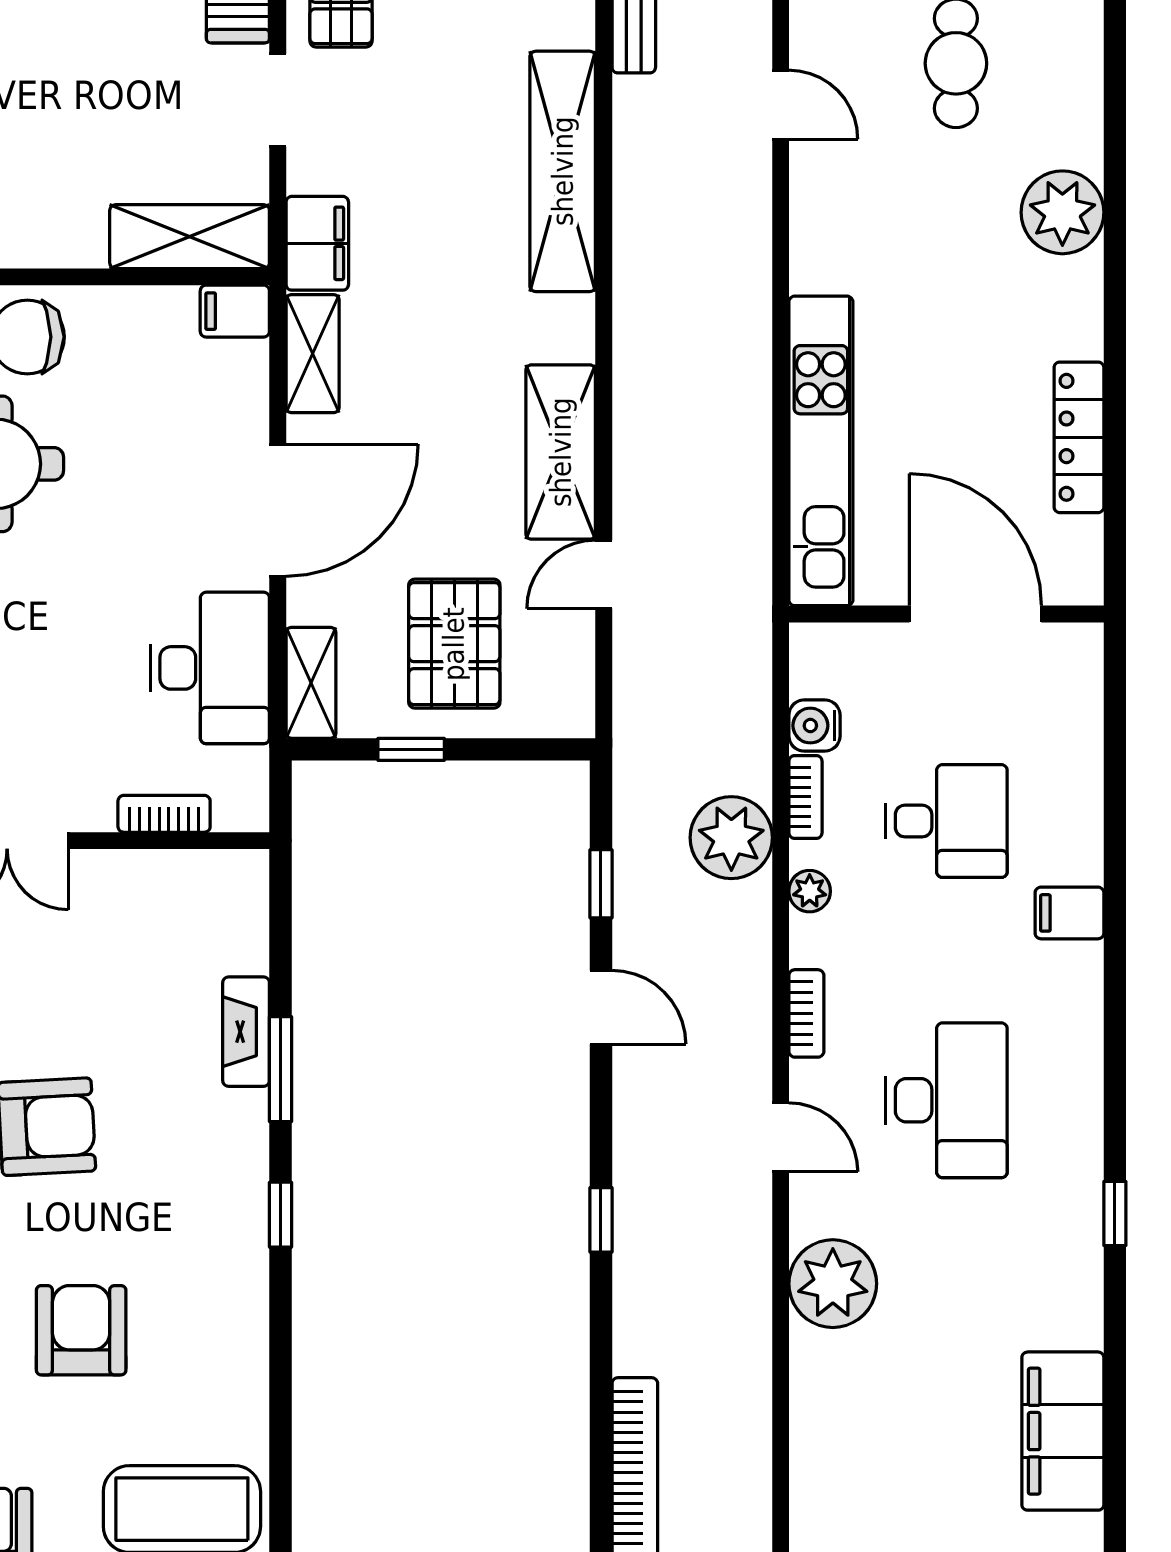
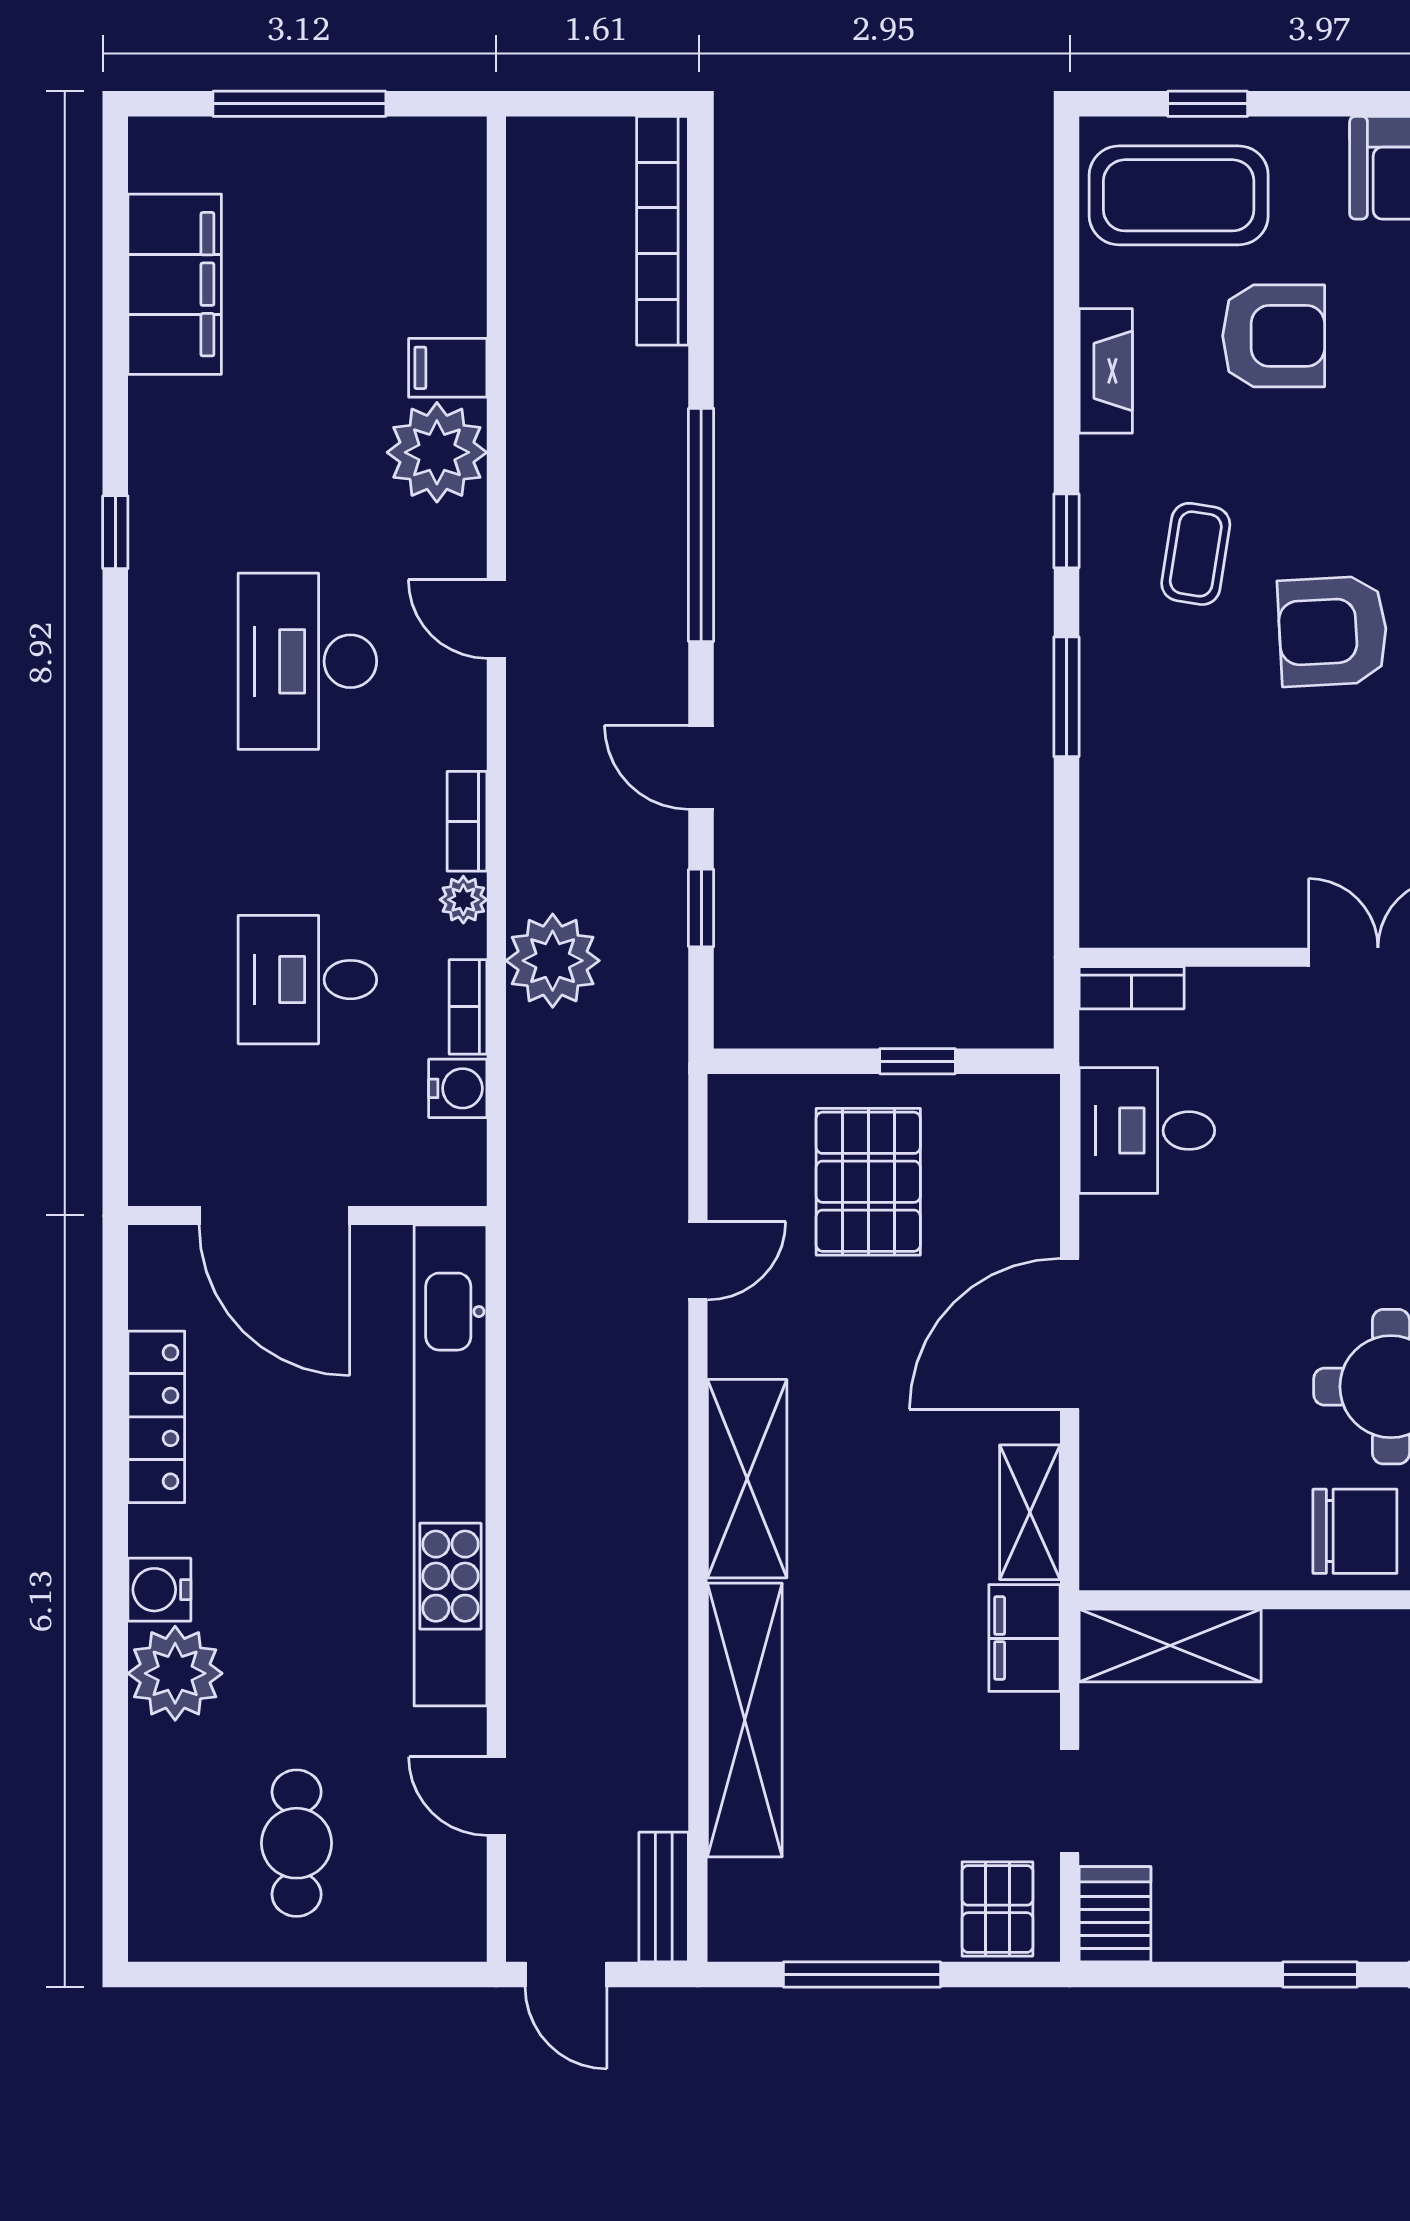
water cooler: (1076, 286) -> (159, 1590), added
filing cabinet: (235, 311) -> (1118, 1561), removed
kitchen unit: (821, 451) -> (450, 1465), width x1.36
shelving: (561, 452) -> (747, 1479), moved
desk: (210, 668) -> (1147, 1131), width x0.73
shelving: (311, 683) -> (1032, 1137), removed
bookcase: (164, 814) -> (1132, 988), moved
filing cabinet: (1069, 913) -> (448, 368), moved, turned 180
bookcase: (806, 1013) -> (467, 821), moved
fireplace: (246, 1032) -> (1106, 371), moved
coffee table: (167, 1194) -> (1196, 554), added
window: (601, 1220) -> (701, 525), width x3.17
armchair: (81, 1330) -> (1274, 336), moved, turned -90

